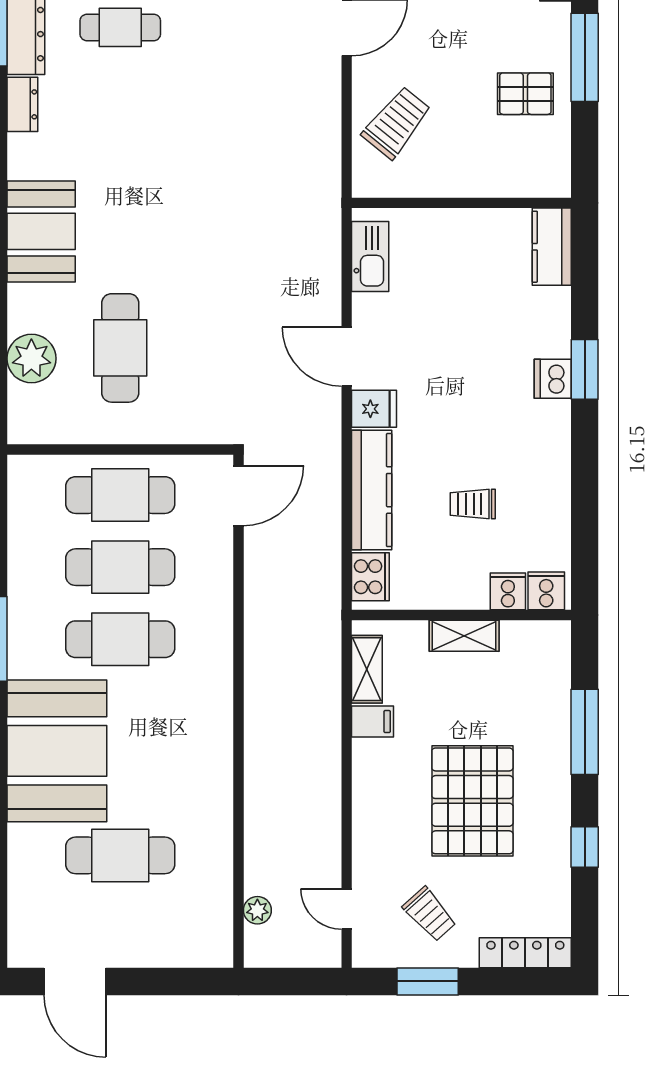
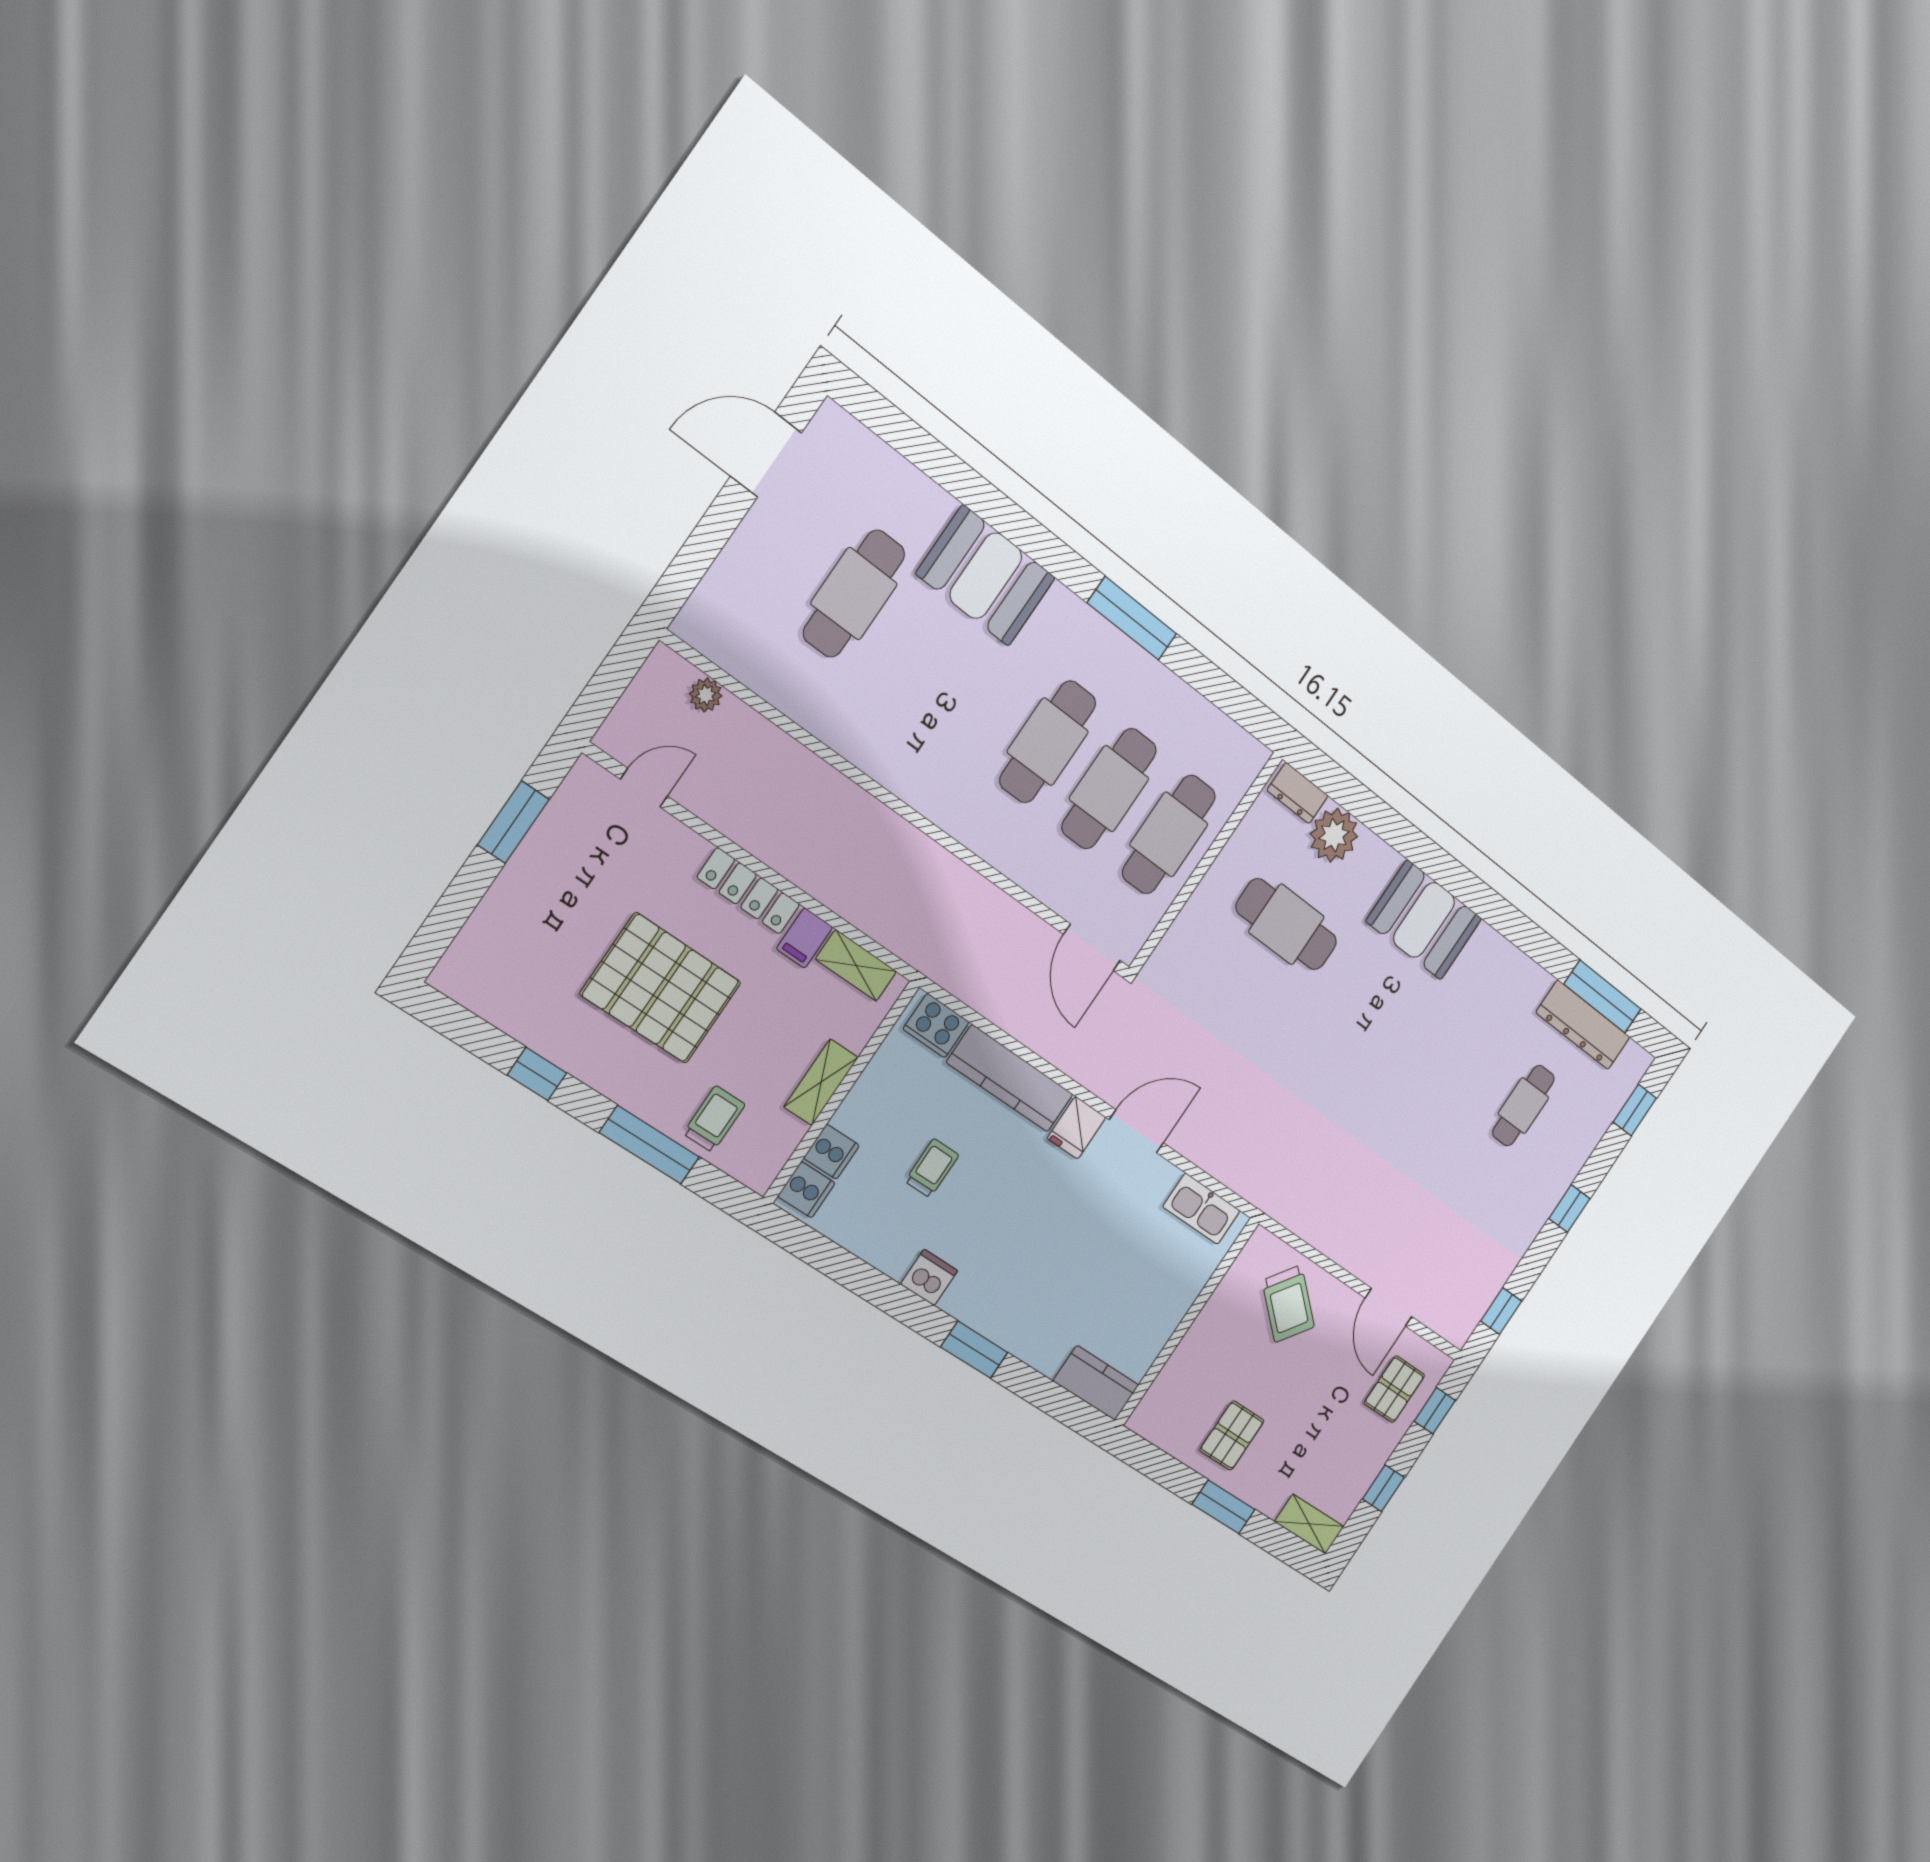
window: (585, 57) -> (1224, 1507), width x0.69
dresser: (22, 104) -> (1298, 793), moved
dishwasher: (553, 379) -> (929, 1277), moved
booth: (57, 751) -> (986, 576), width x0.73, depth x0.70
trolley: (430, 914) -> (714, 1119), moved, turned 132
locker: (525, 953) -> (748, 891), moved, turned 90

